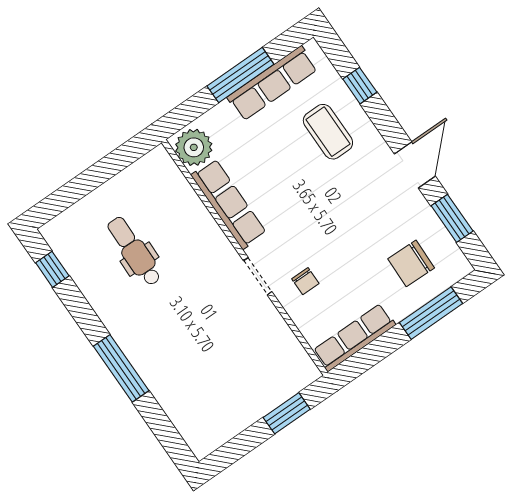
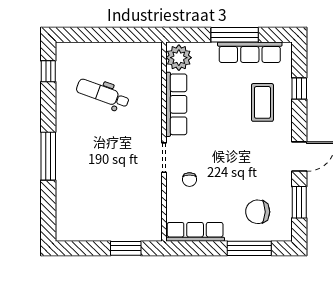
dental chair: (134, 251) -> (103, 94), turned -71

